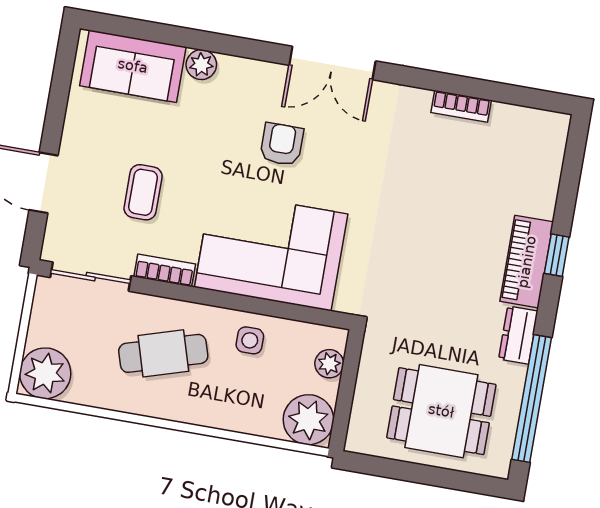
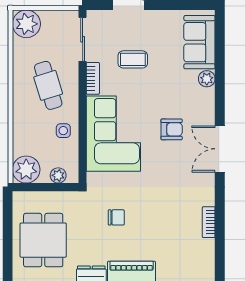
chair: (423, 272) -> (116, 217), added

